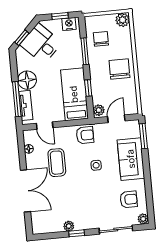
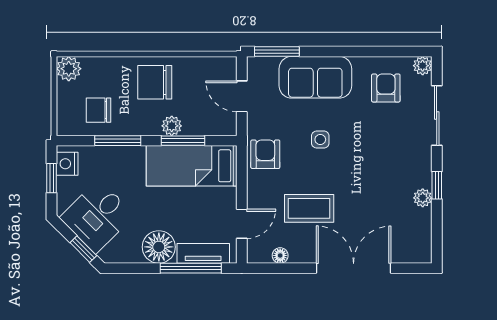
window: (88, 88) -> (183, 141), width x1.50
plant: (99, 110) -> (172, 126), moved

